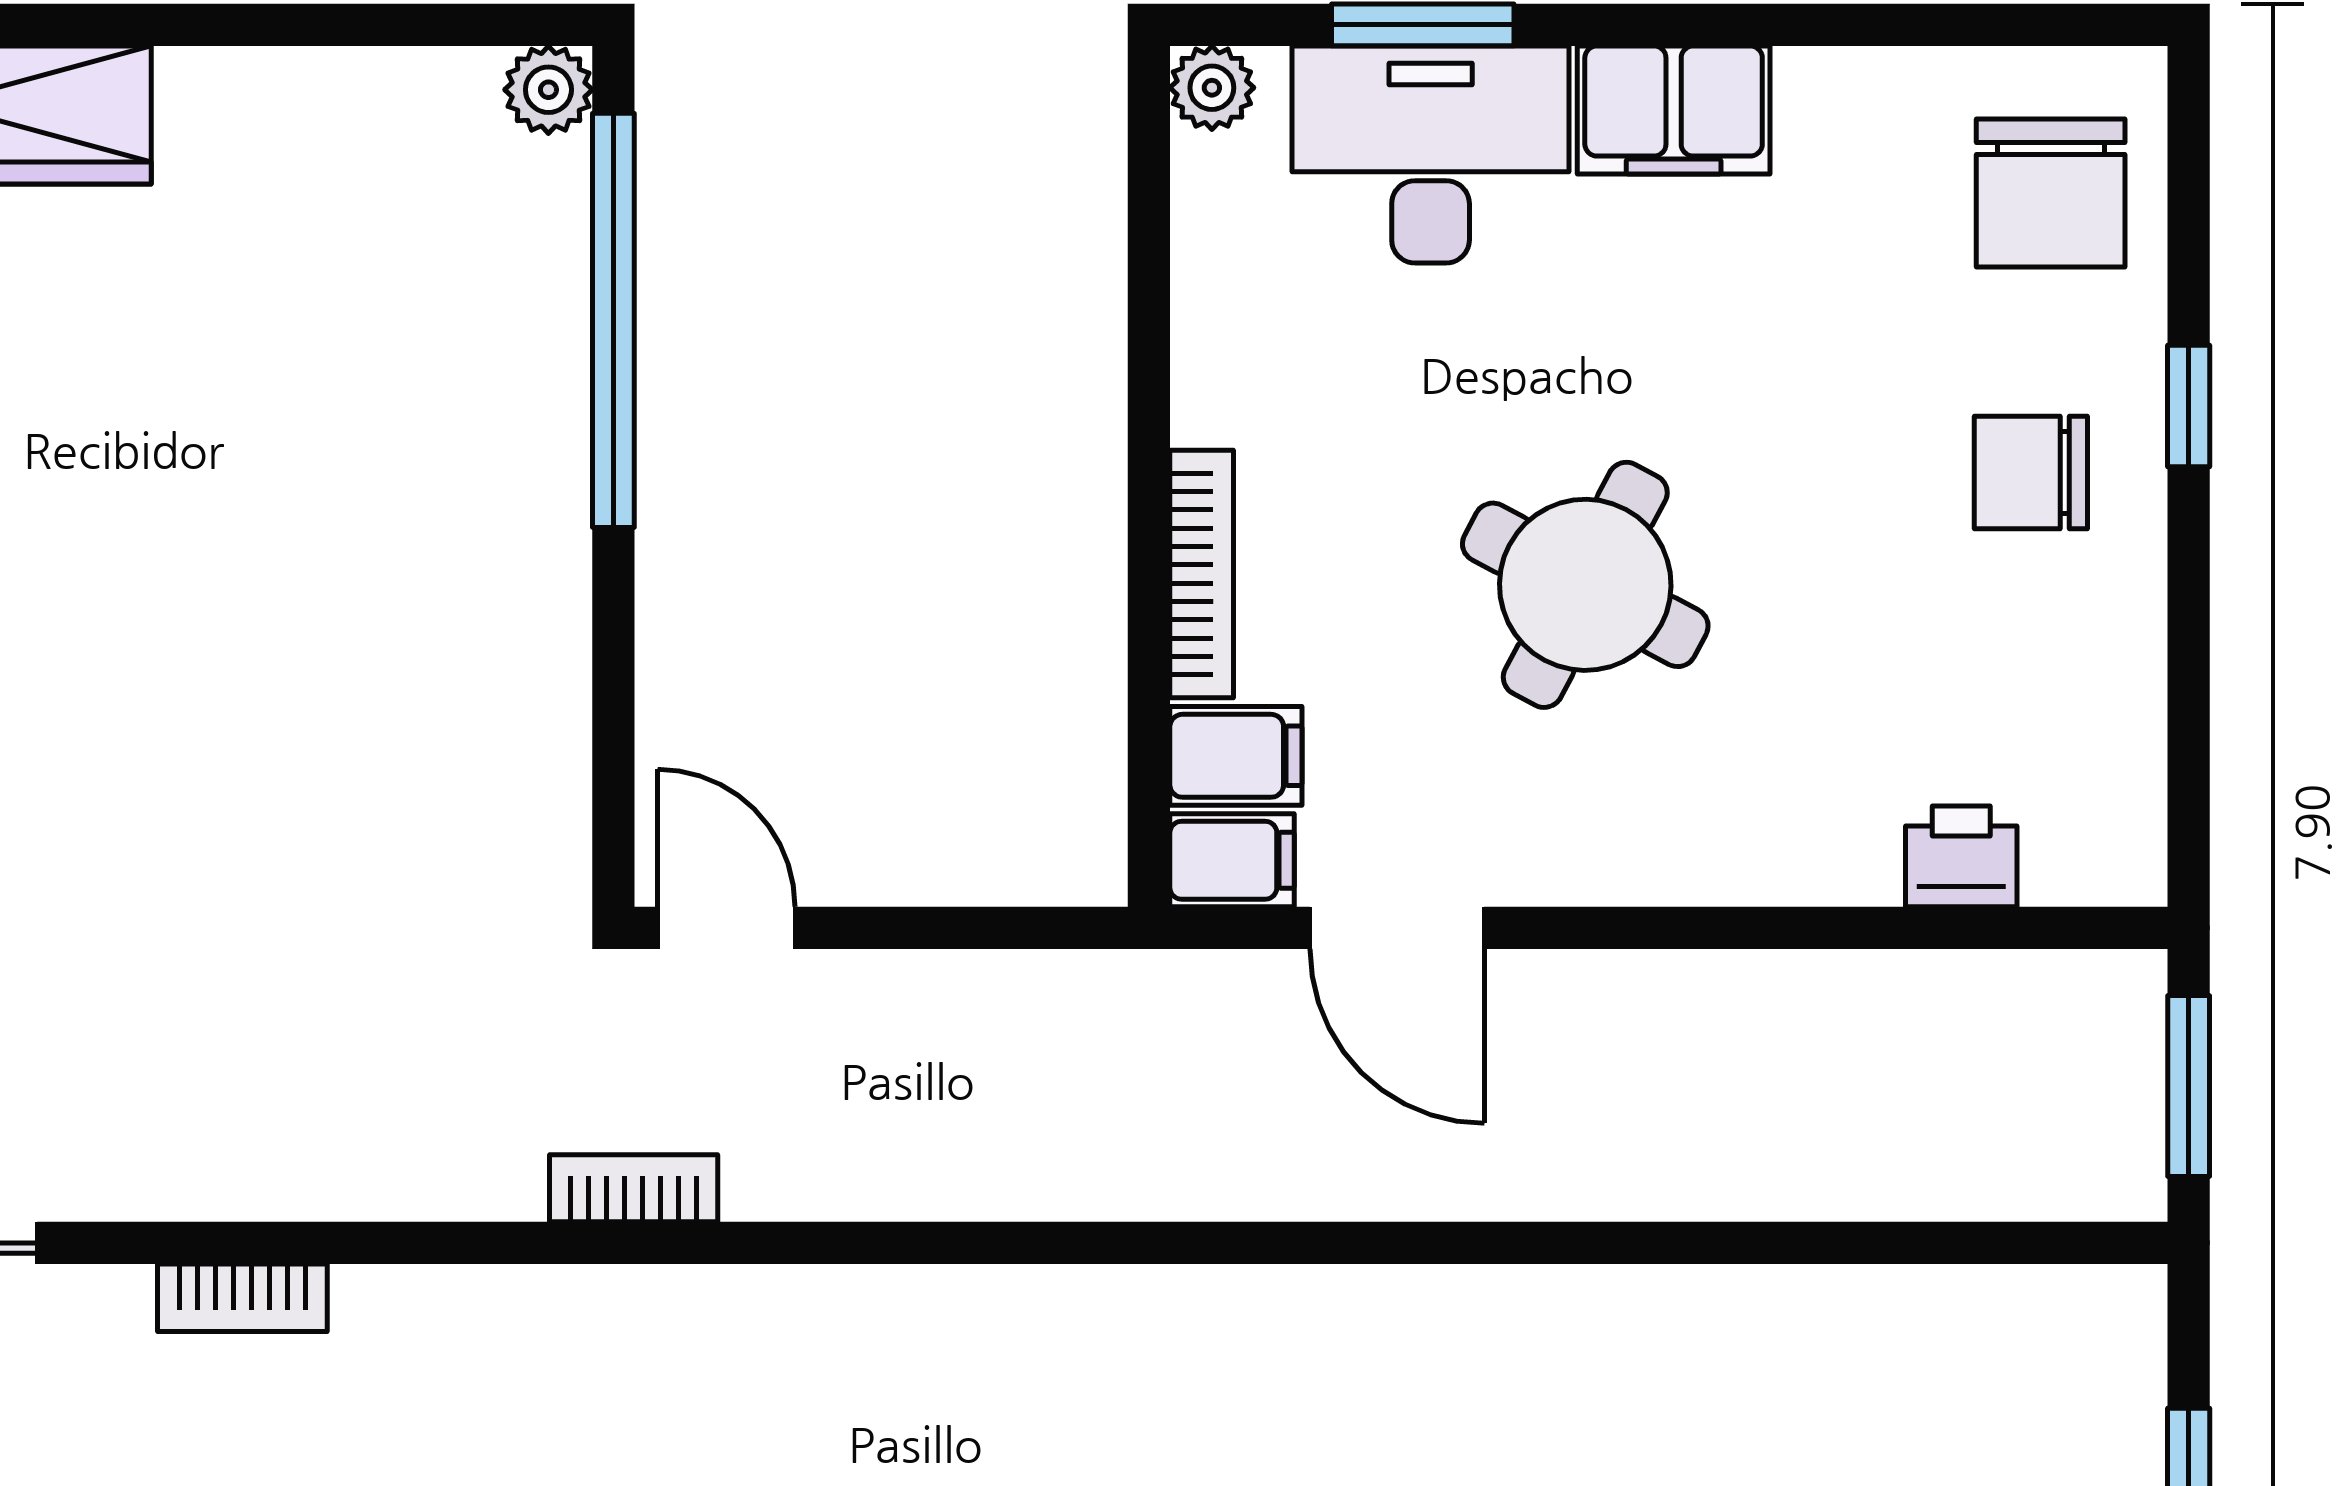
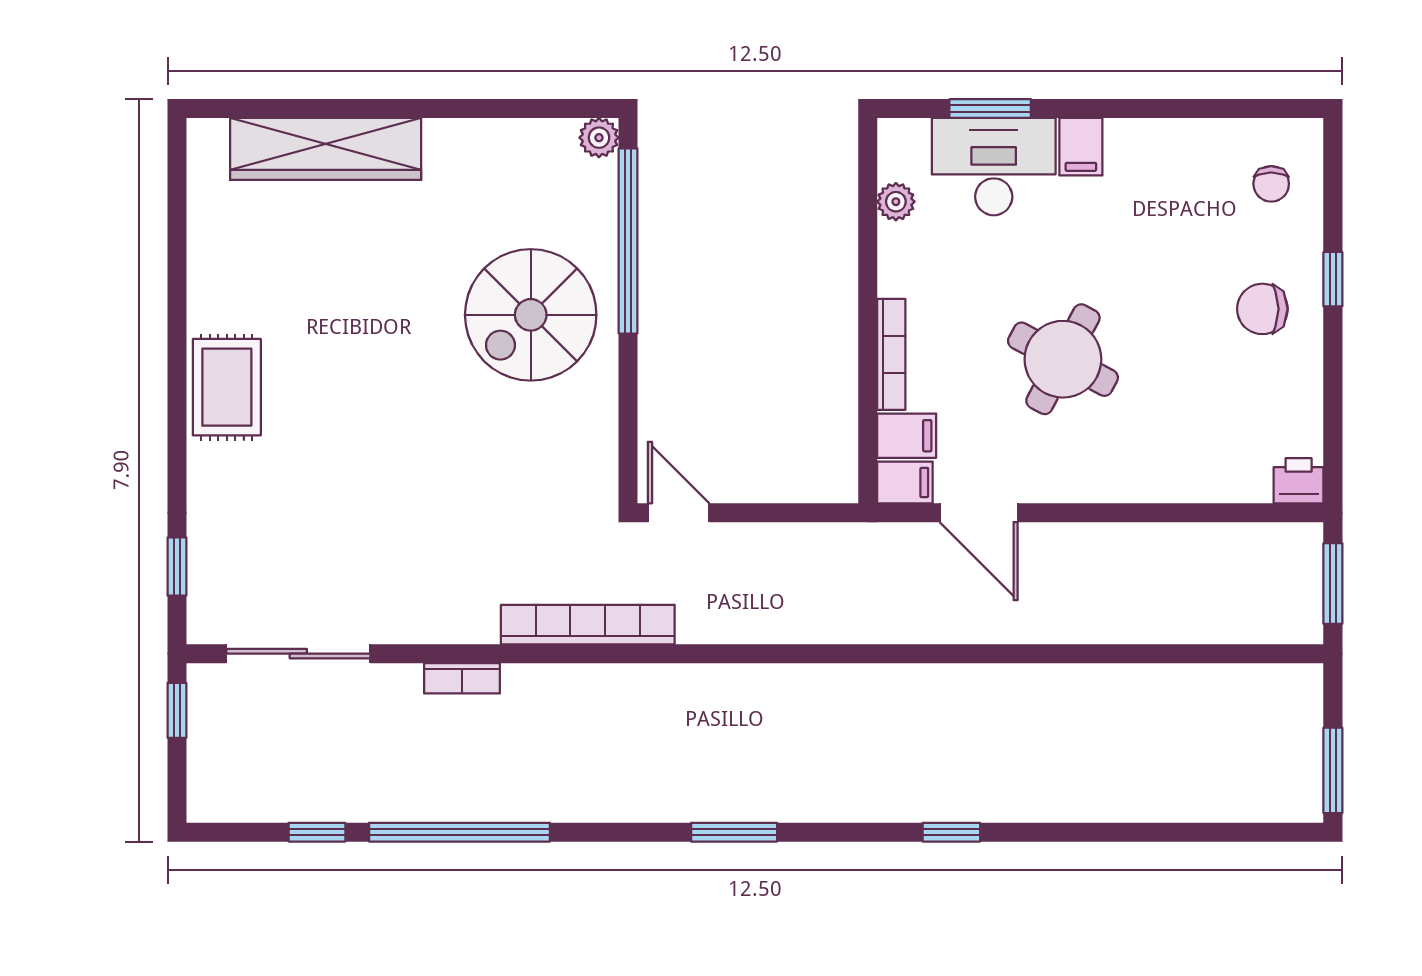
plant: (1212, 88) -> (896, 202), moved
filing cabinet: (1674, 110) -> (1081, 147), width x0.50
chair: (2051, 193) -> (1271, 184), width x0.54, depth x0.54
spiral stairs: (396, 486) -> (531, 315), added
printer: (1961, 856) -> (1299, 481), moved
bookcase: (634, 1188) -> (588, 625), width x2.31, depth x1.31

